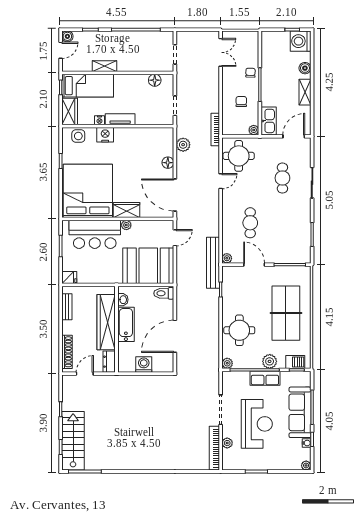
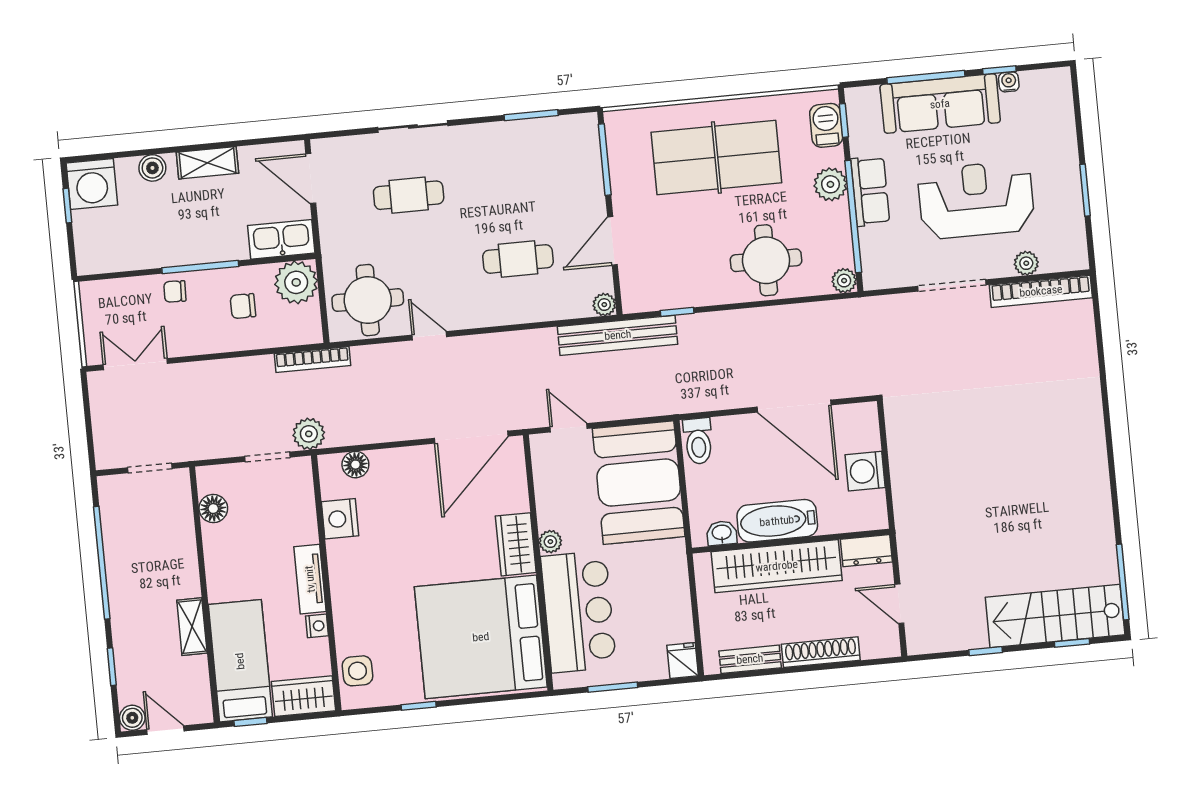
plant: (254, 130) -> (296, 282), width x1.87, depth x1.87
nightstand: (105, 135) -> (340, 519), moved
plant: (183, 145) -> (309, 434), moved
floor lamp: (168, 163) -> (355, 465), moved
shoe rack: (67, 352) -> (821, 652), moved
plant: (306, 465) -> (1060, 78), removed

